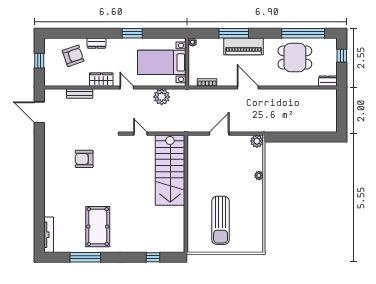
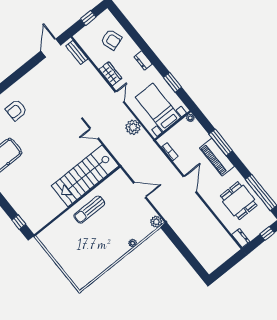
window: (132, 33) -> (172, 82), moved
dresser: (96, 43) -> (143, 60), moved
bench: (80, 94) -> (77, 52), moved
door: (140, 134) -> (94, 133), swing flipped
armchair: (84, 159) -> (16, 110), moved, turned -90
sun lounger: (221, 220) -> (89, 210), moved, width x0.73, depth x0.75
window: (153, 257) -> (19, 222), moved

